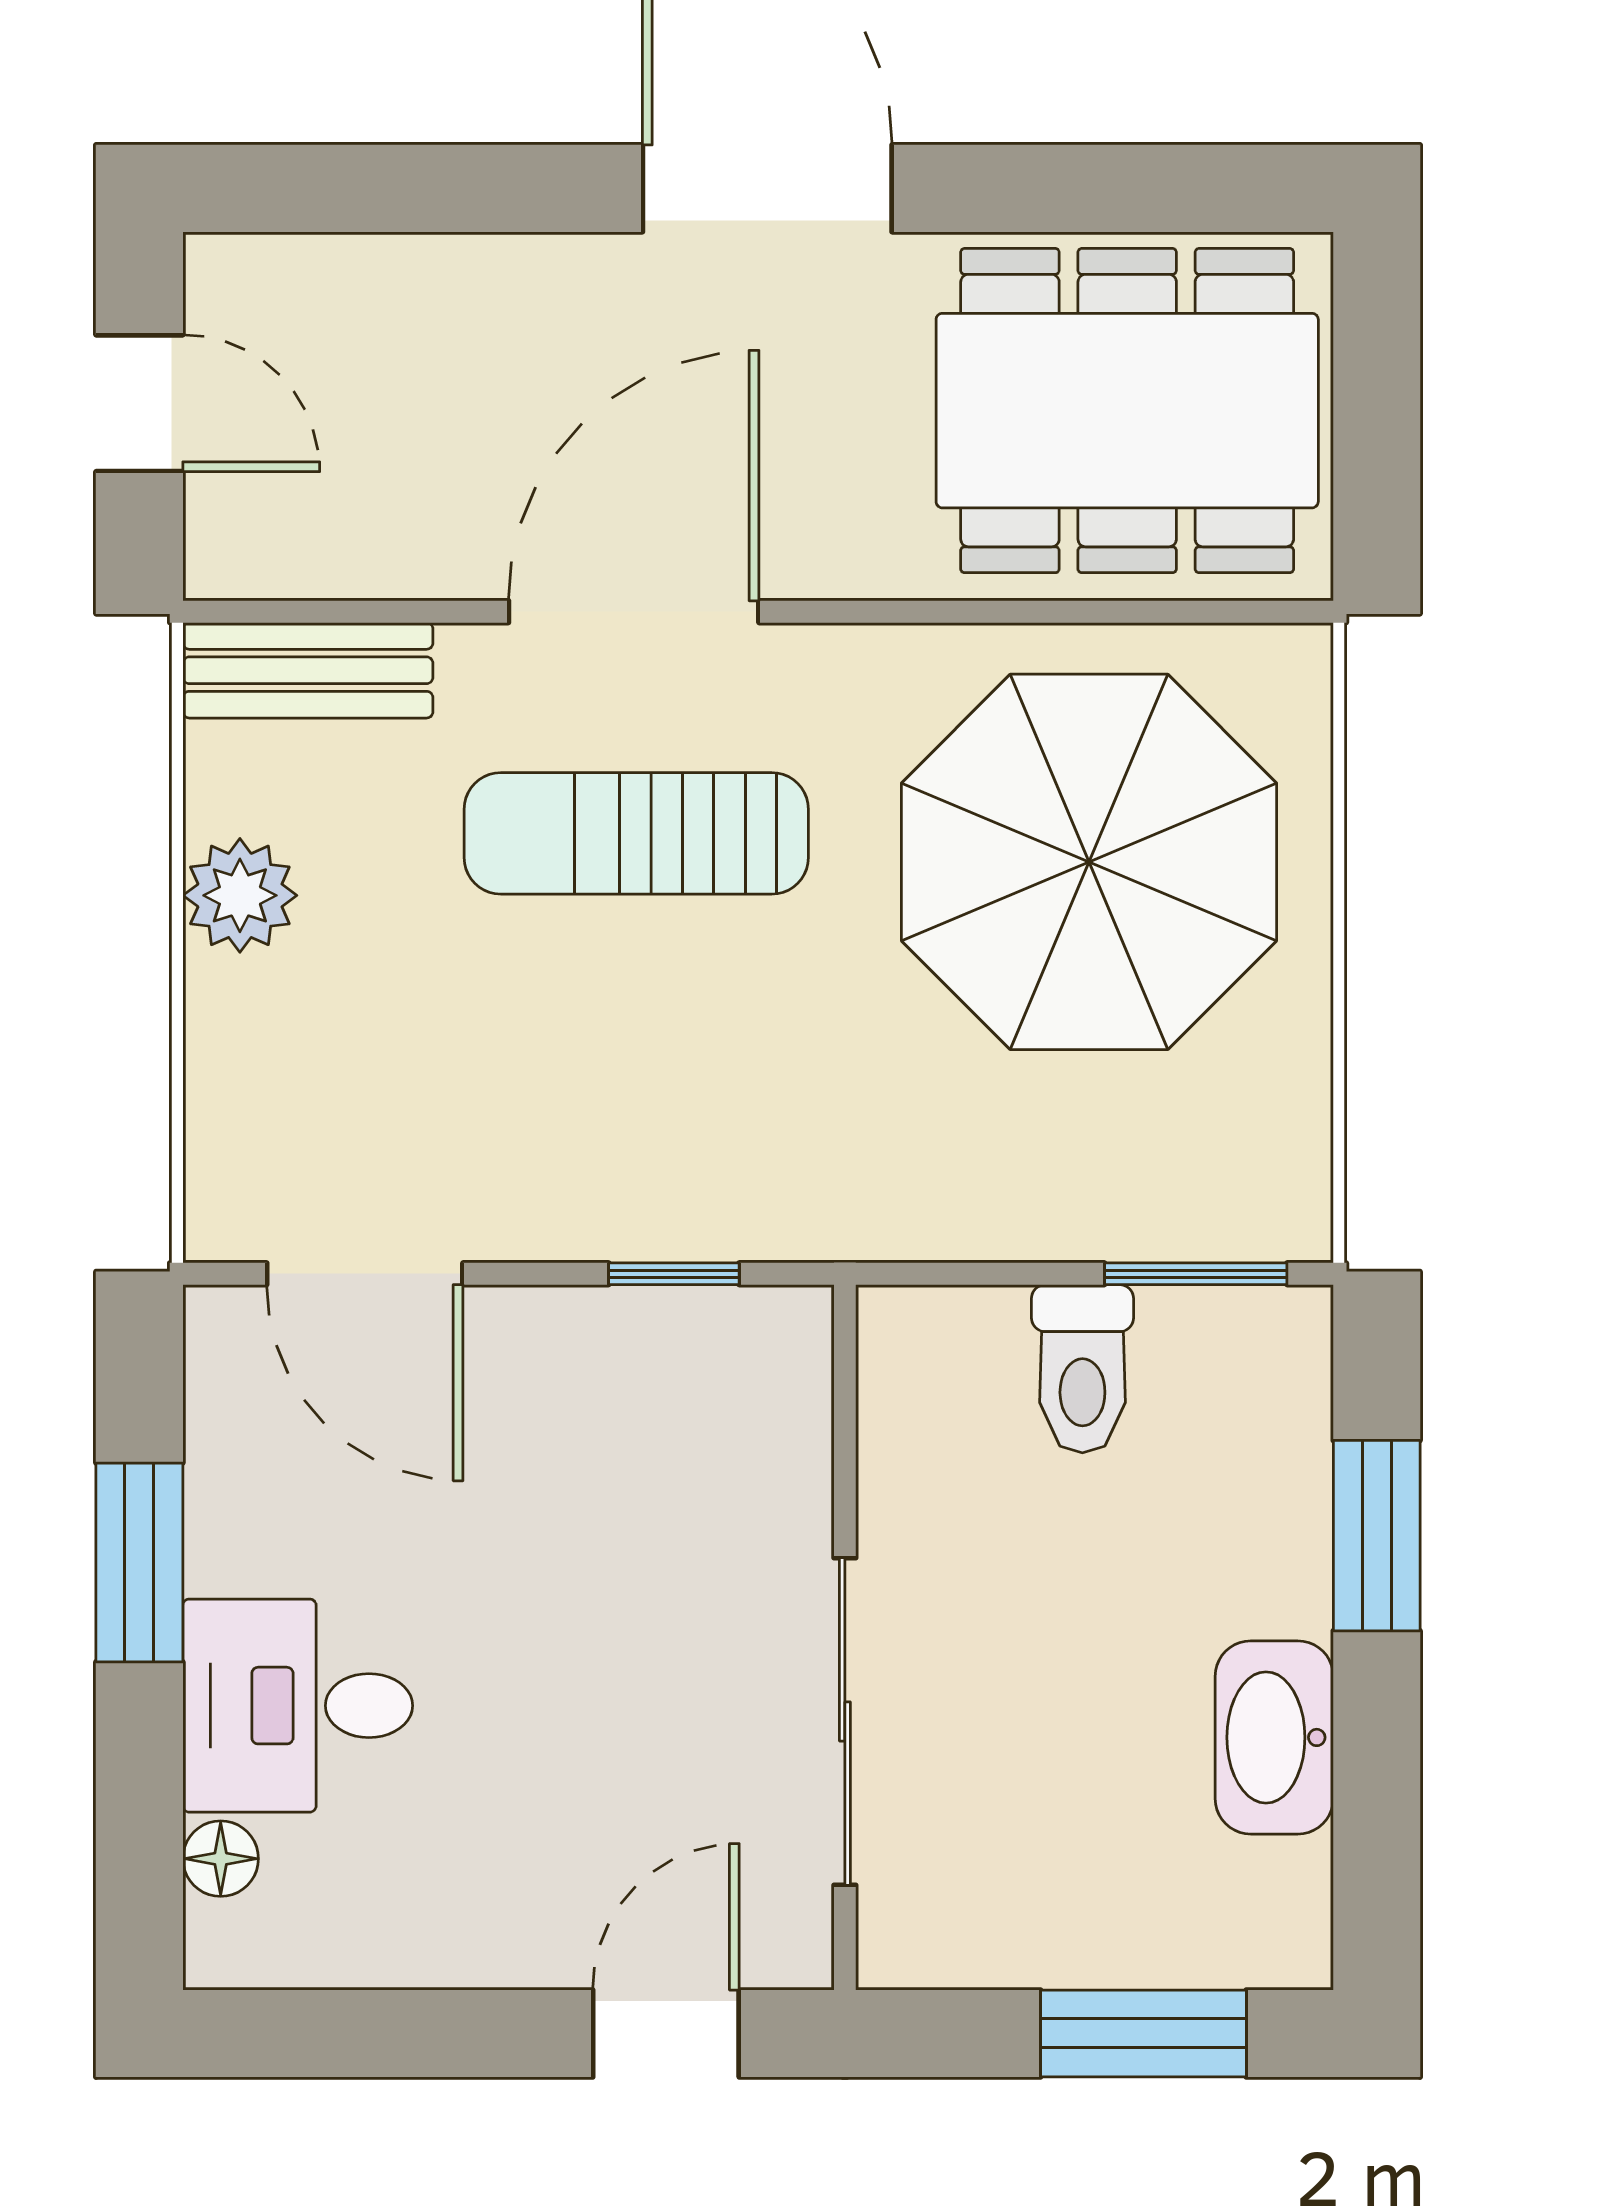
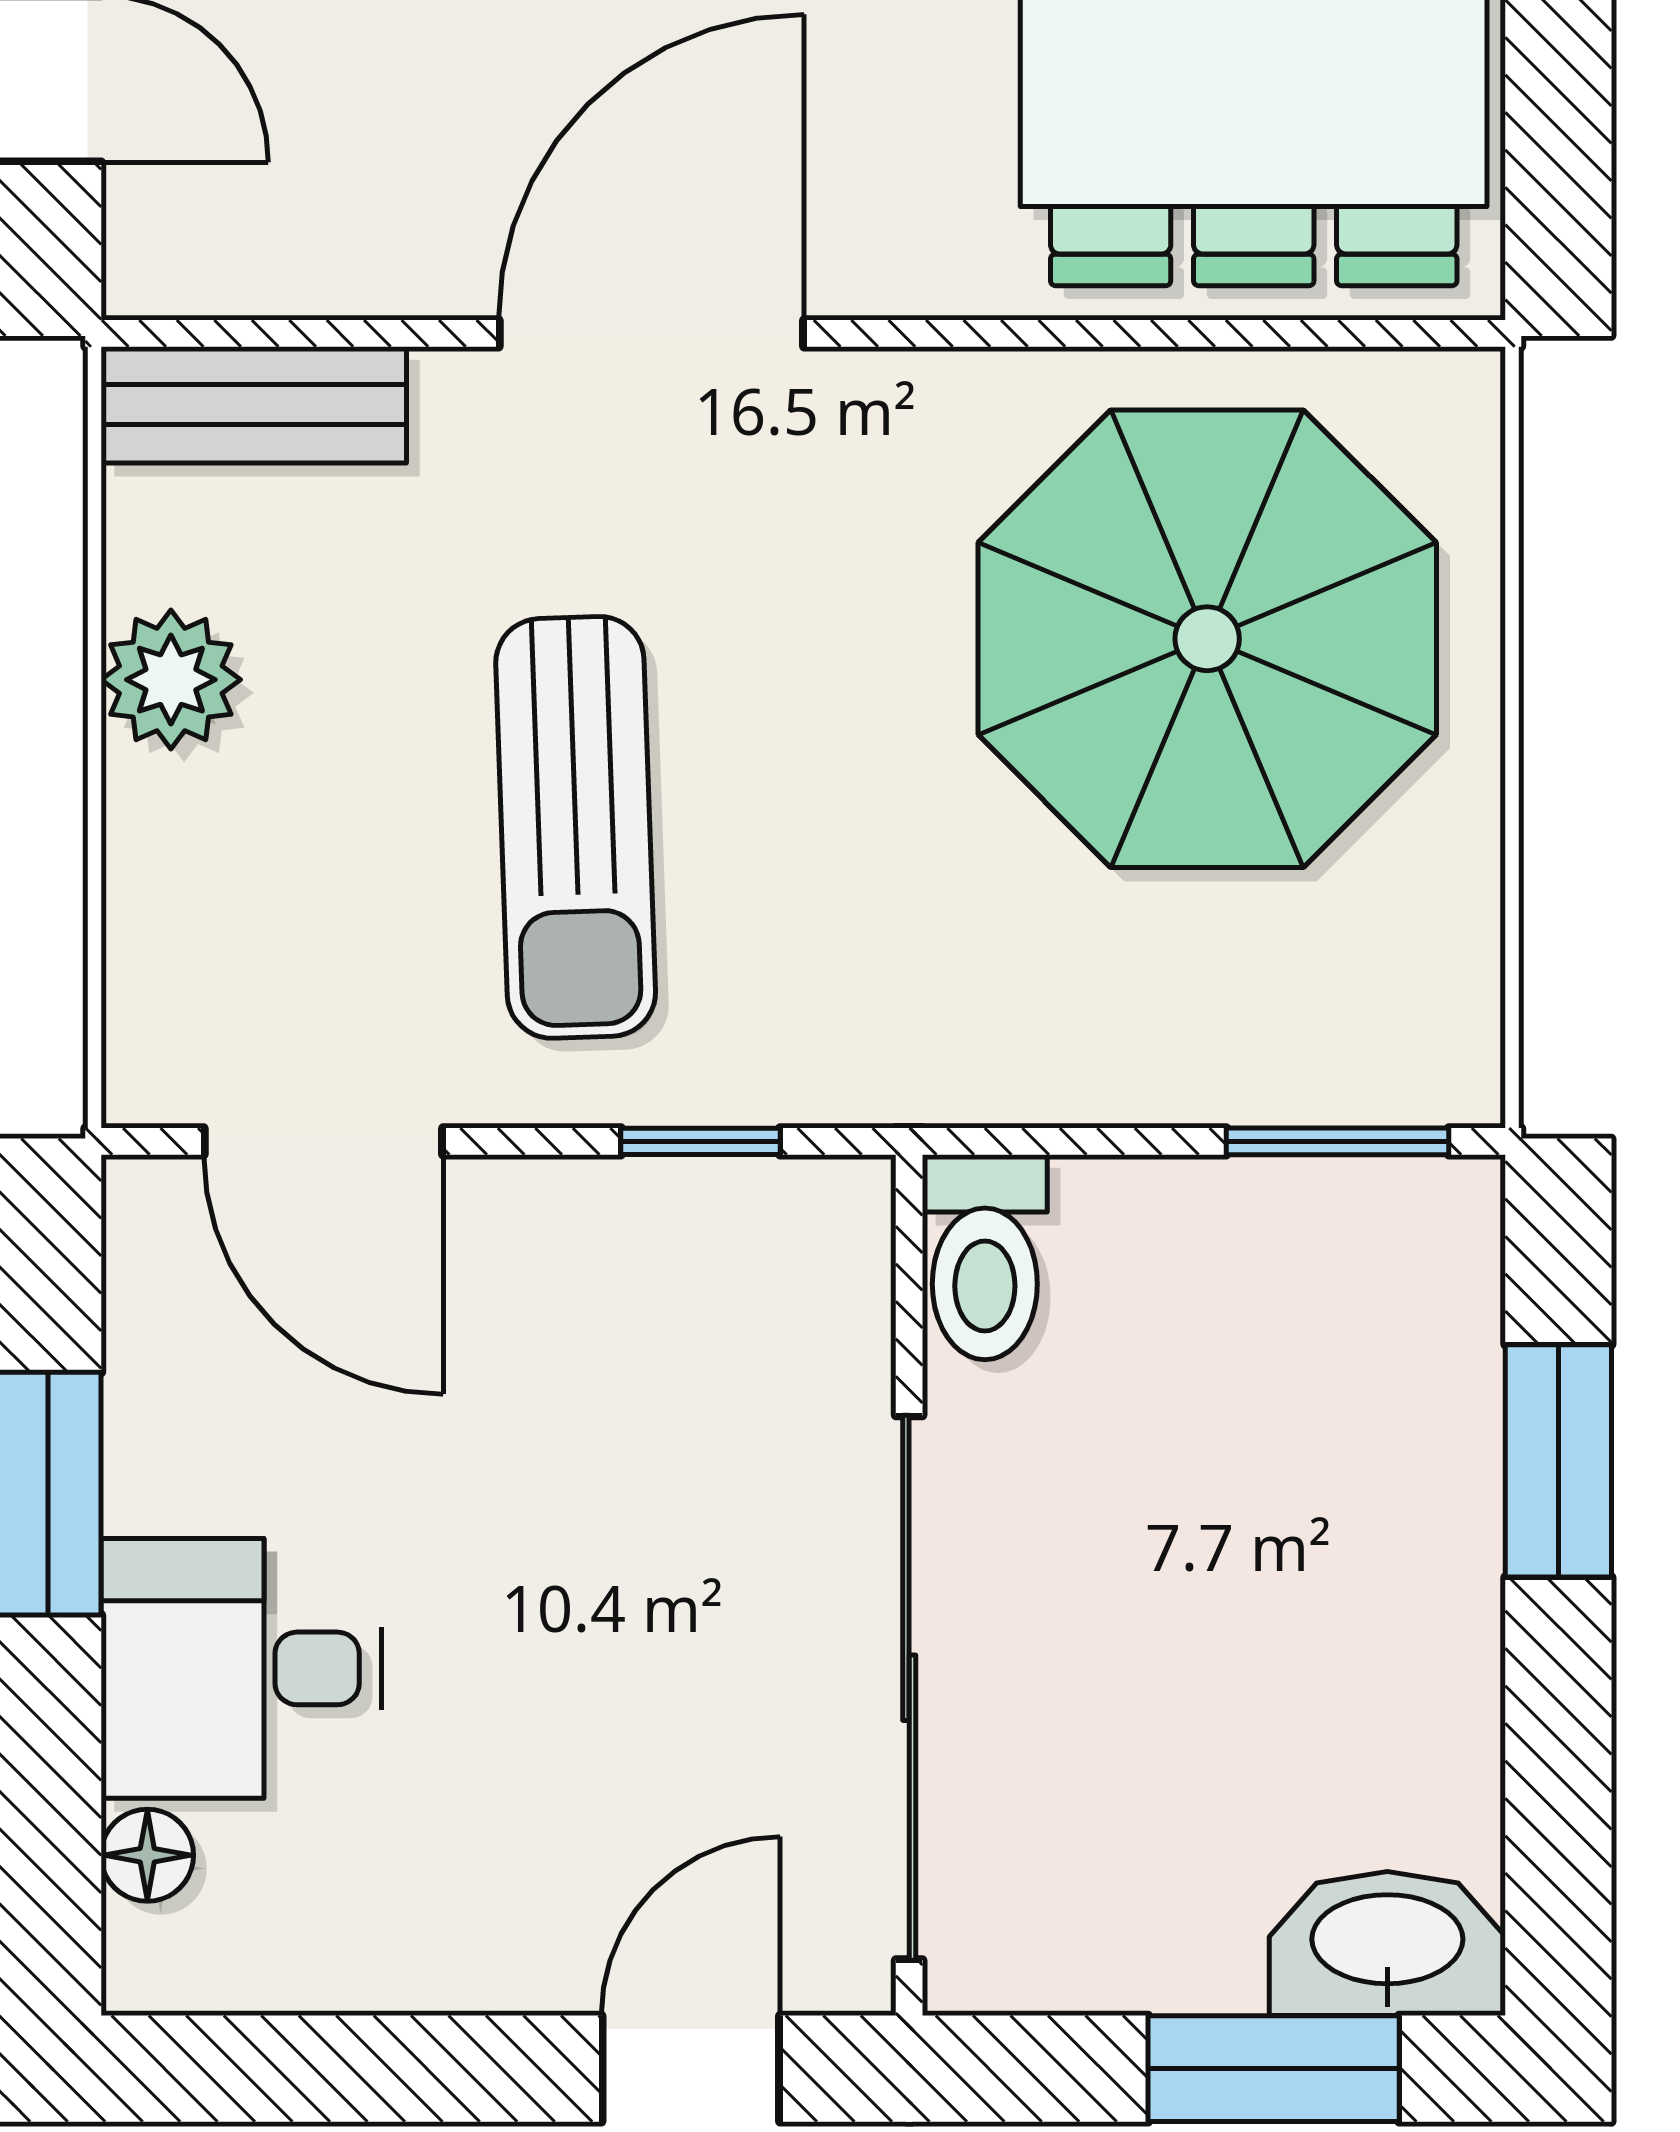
sun lounger: (636, 833) -> (576, 827), moved, turned -92
toilet: (1082, 1369) -> (985, 1257), moved
sliding door: (845, 1721) -> (909, 1688), width x1.36
washbasin: (1274, 1737) -> (1387, 1944), moved, turned 90

